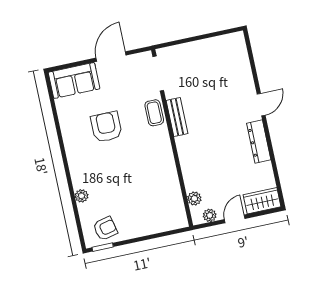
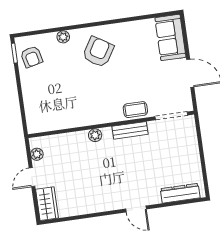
armchair: (106, 127) -> (98, 52), moved, turned -58
dresser: (259, 142) -> (180, 193), moved
plant: (194, 198) -> (95, 135), moved
door: (235, 219) -> (32, 177), swing flipped

